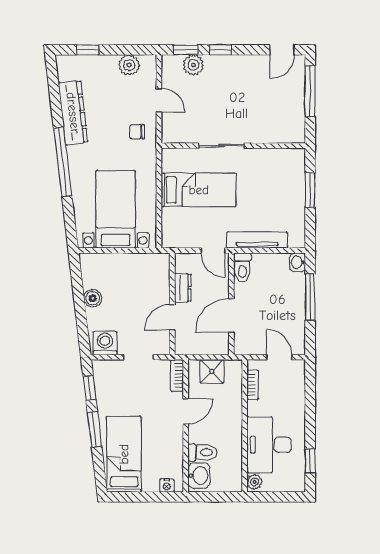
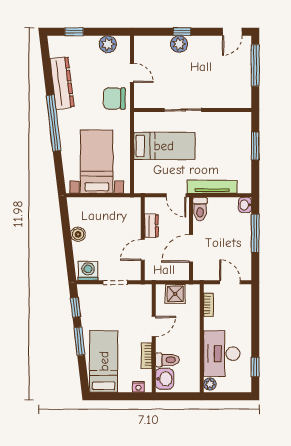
window: (186, 50) -> (154, 32), removed
plant: (193, 65) -> (179, 44), moved
chair: (137, 132) -> (114, 98), width x1.87, depth x1.87
bookcase: (177, 376) -> (147, 356), moved

